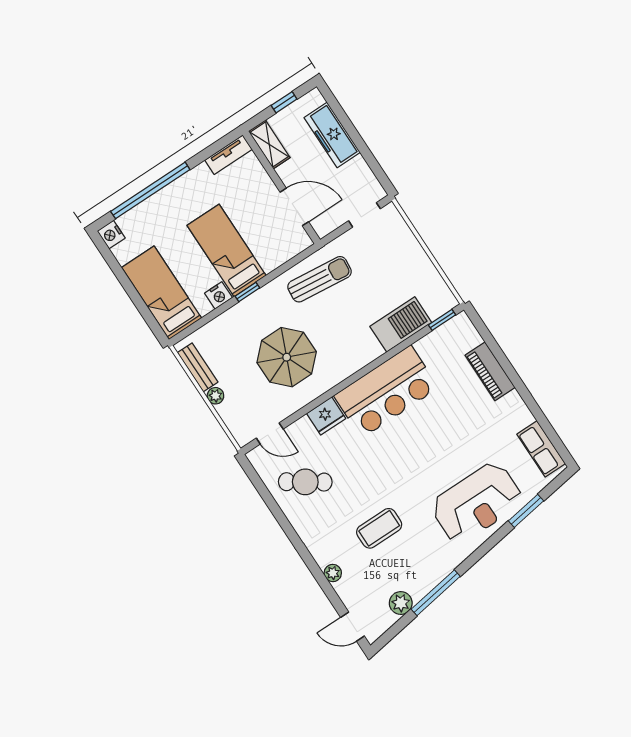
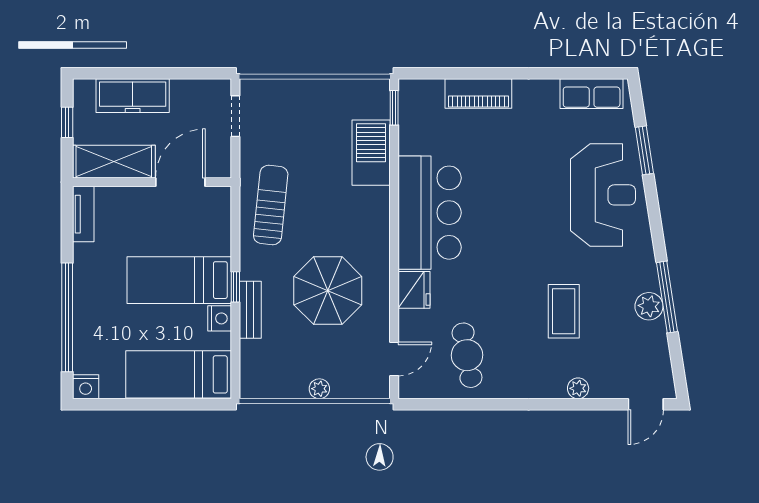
shelving: (269, 144) -> (114, 162), width x1.50, depth x1.33
bench: (198, 367) -> (250, 310), moved, turned 90
cafe table: (305, 482) -> (467, 355), turned -44
plant: (401, 603) -> (649, 306), moved

